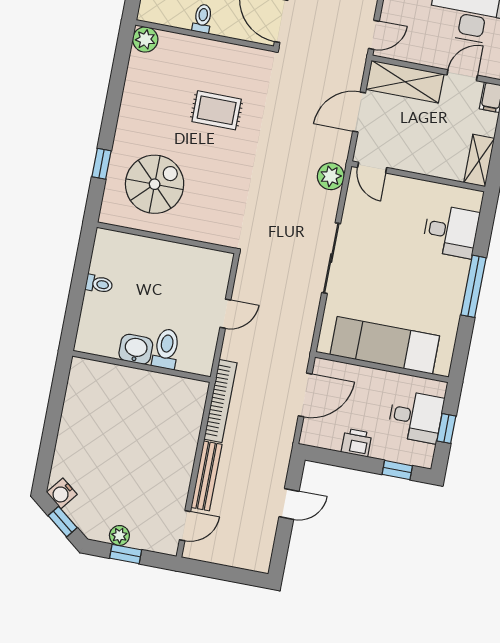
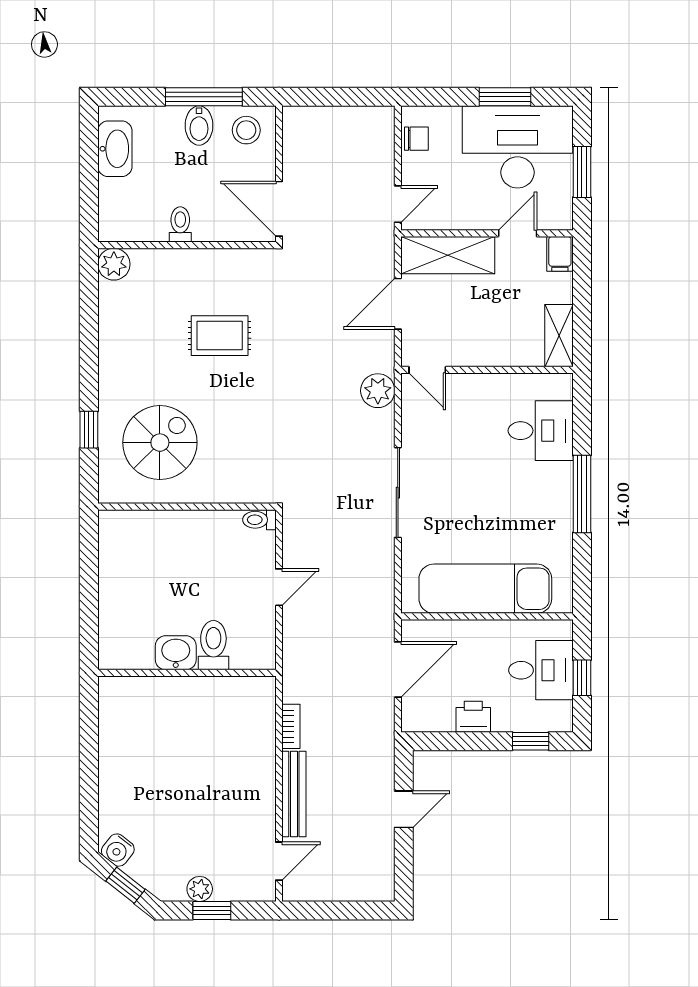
toilet: (99, 284) -> (259, 520), moved, turned 180
bookcase: (220, 401) -> (291, 726), width x0.43, depth x0.76

